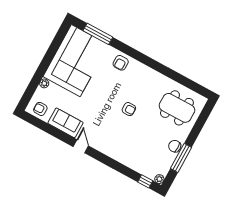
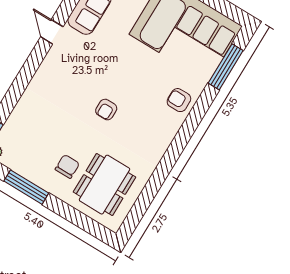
door: (81, 146) -> (52, 32), swing flipped
chair: (175, 146) -> (67, 166), moved

